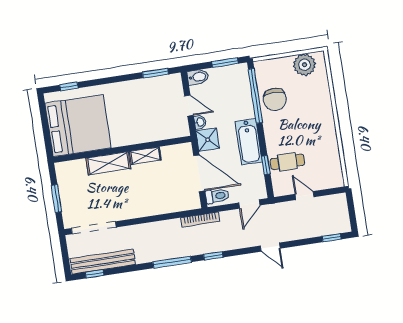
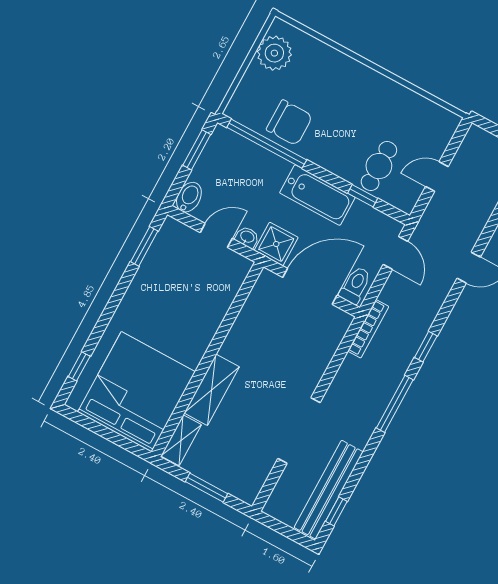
shelving: (145, 156) -> (181, 440), moved
doorway: (94, 228) -> (299, 431), moved

